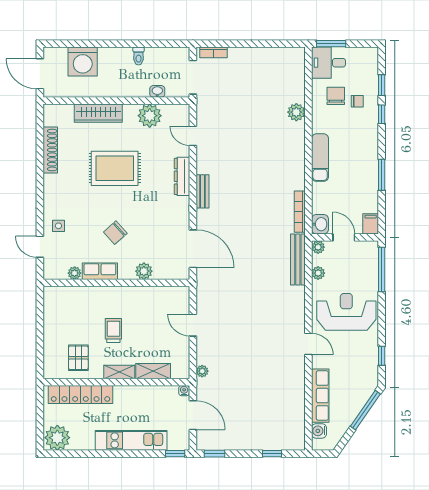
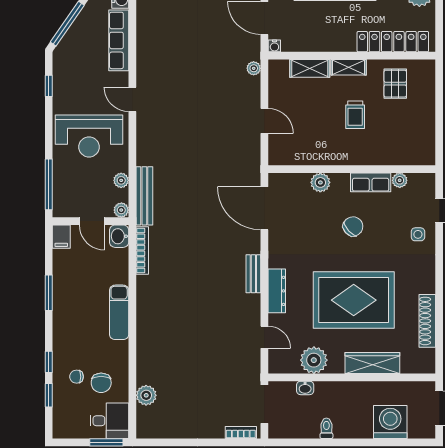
plant: (296, 112) -> (146, 395), moved
rug: (115, 168) -> (354, 300), width x1.37, depth x1.44

